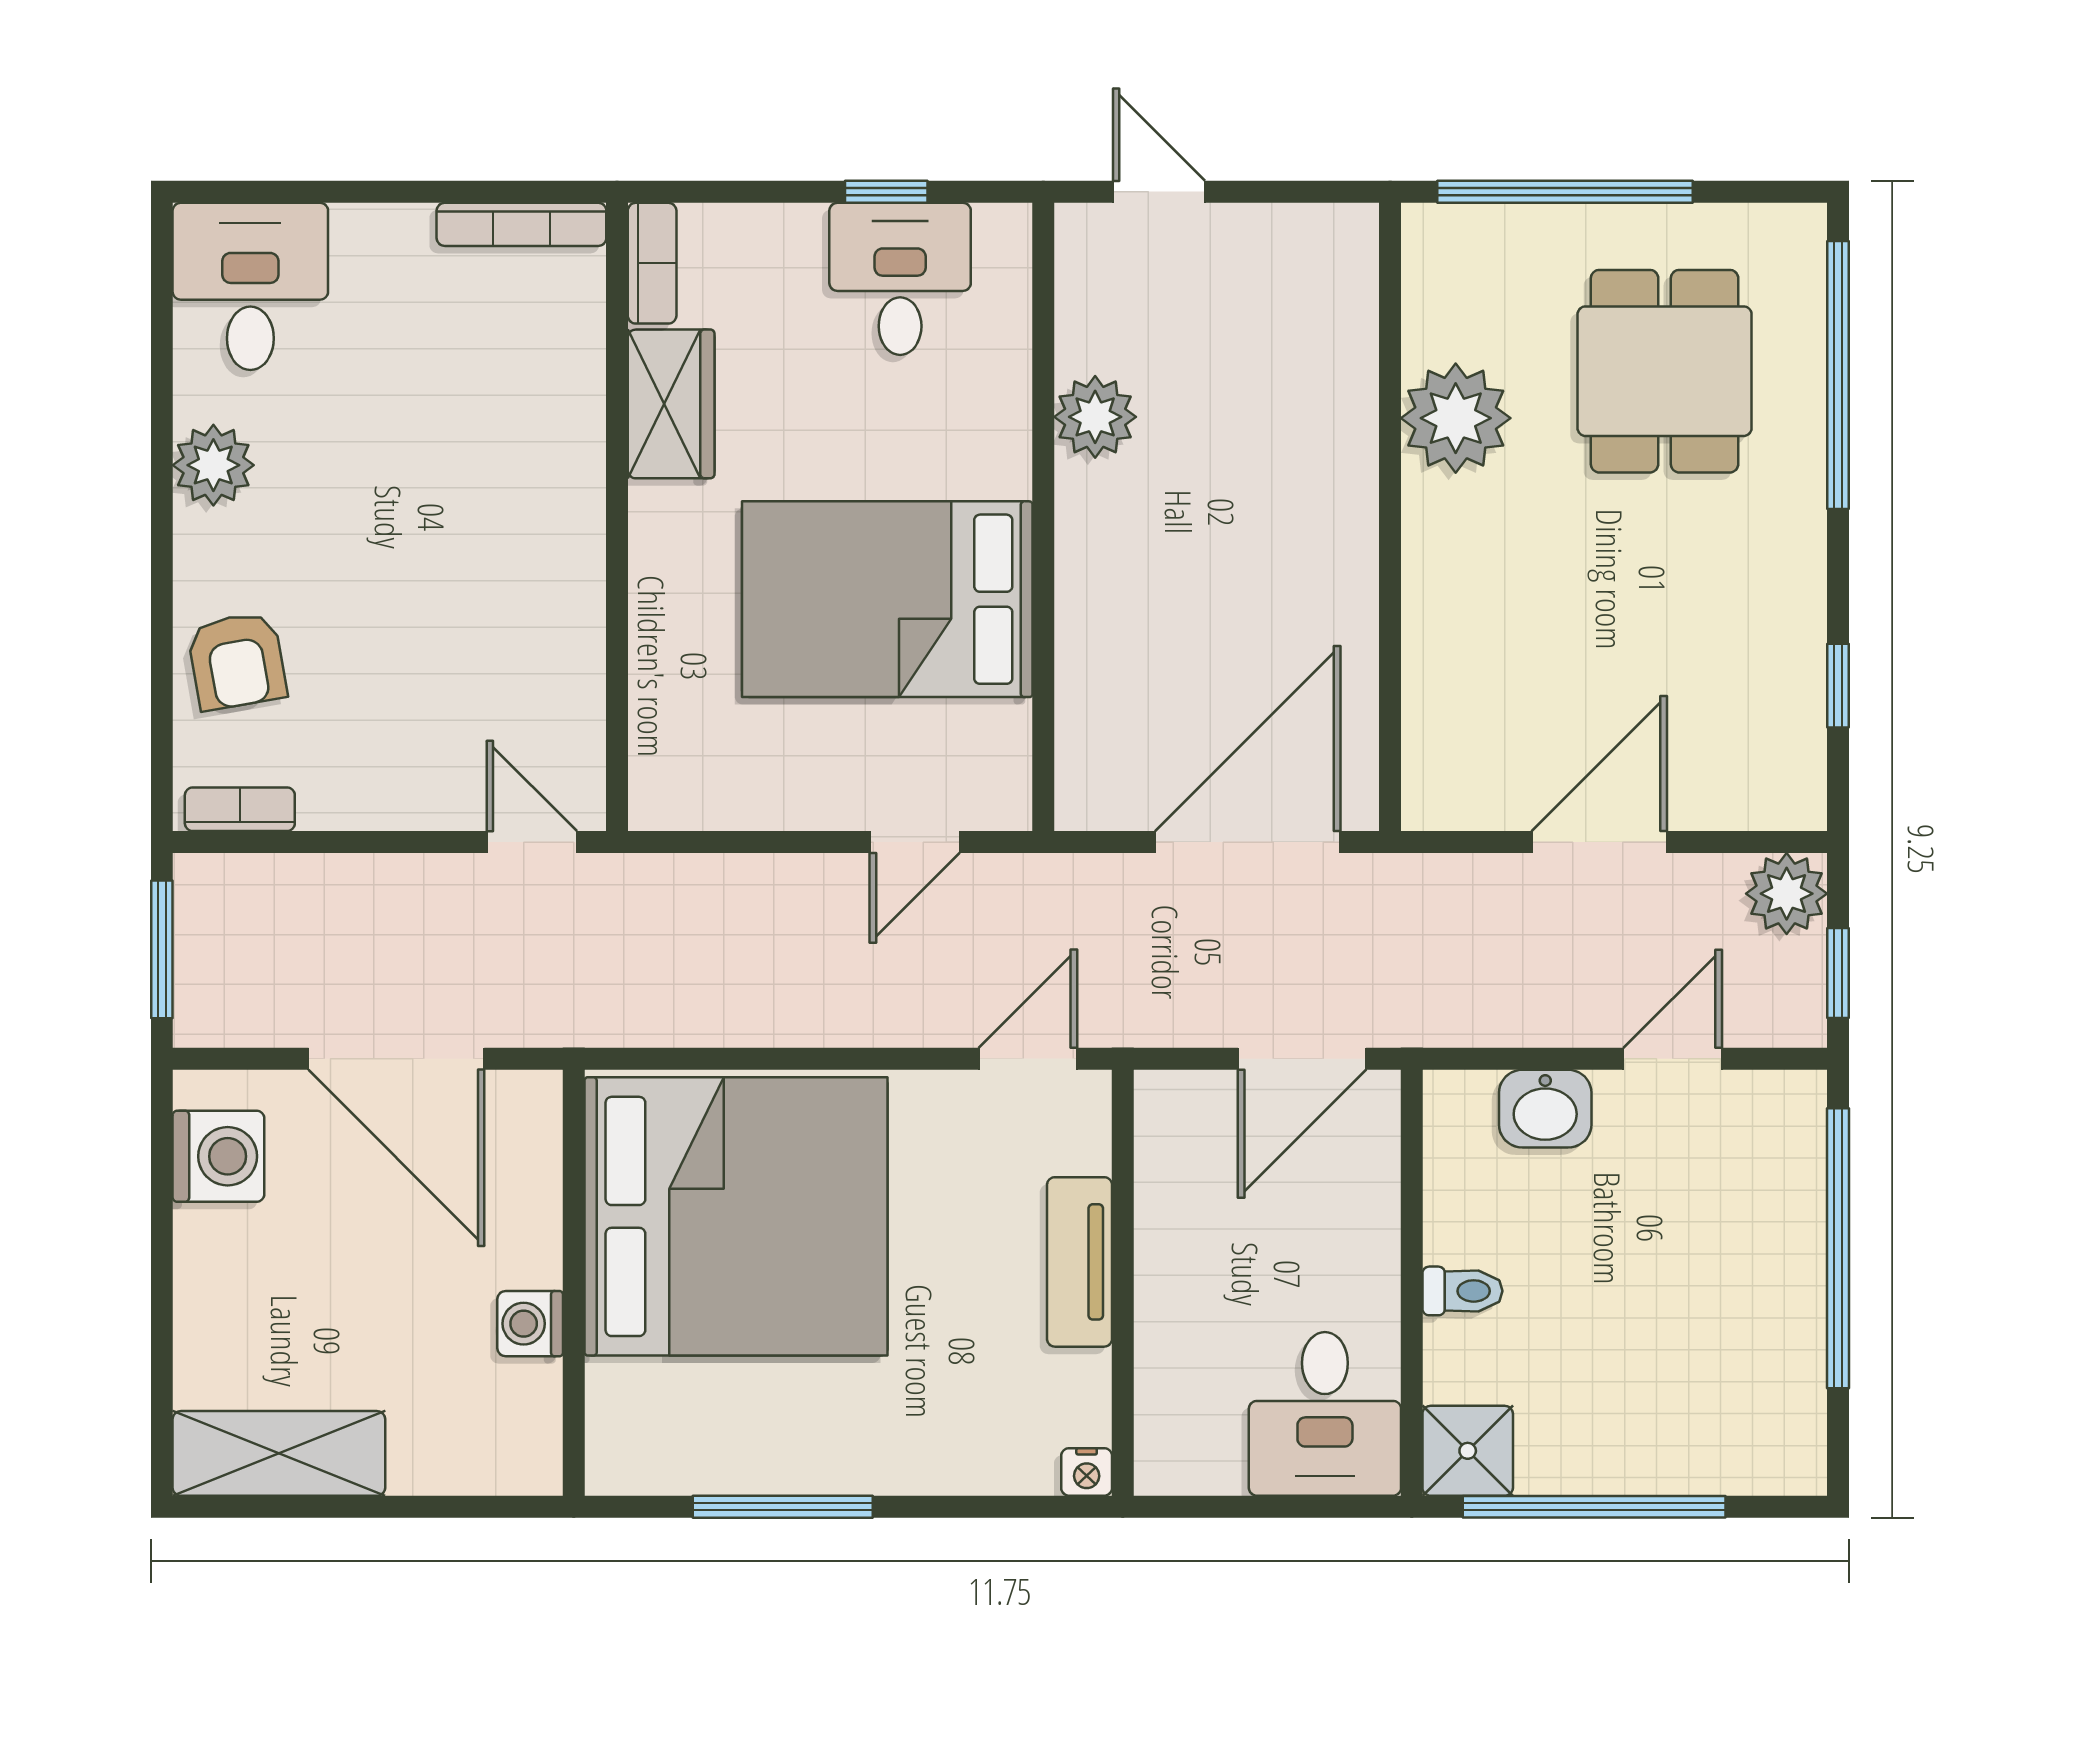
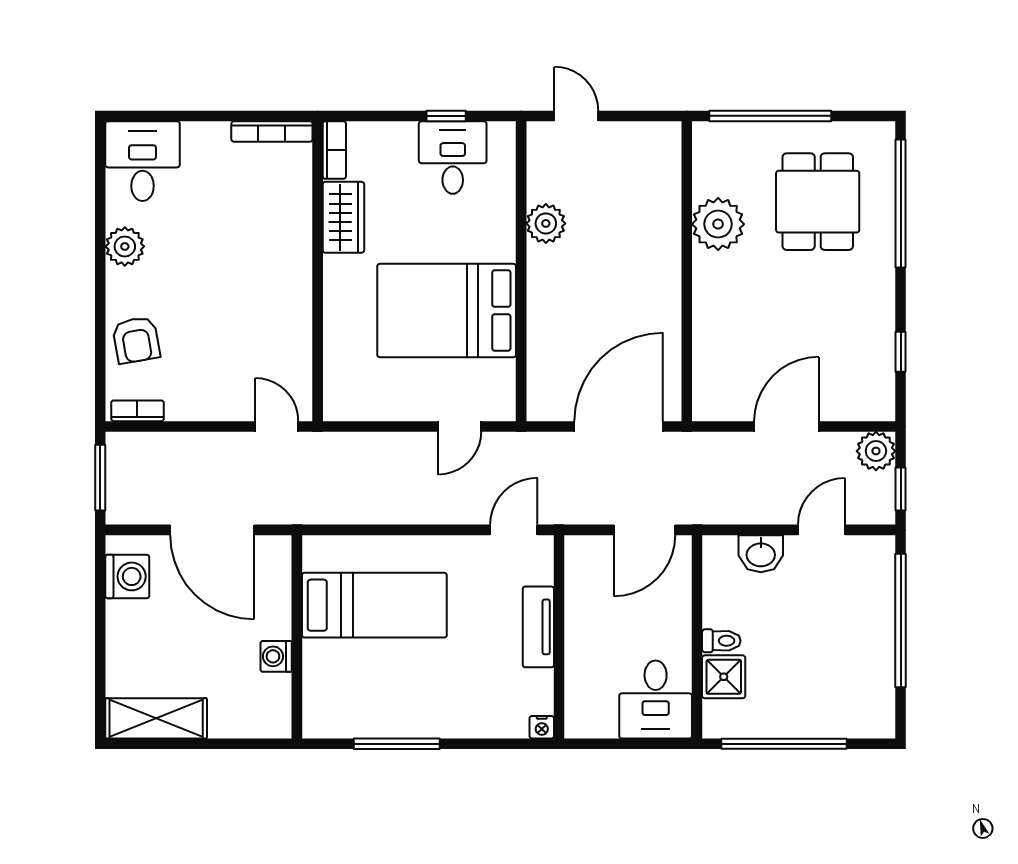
bed: (736, 1216) -> (374, 605), width x0.49
shower: (1468, 1451) -> (724, 677), moved

